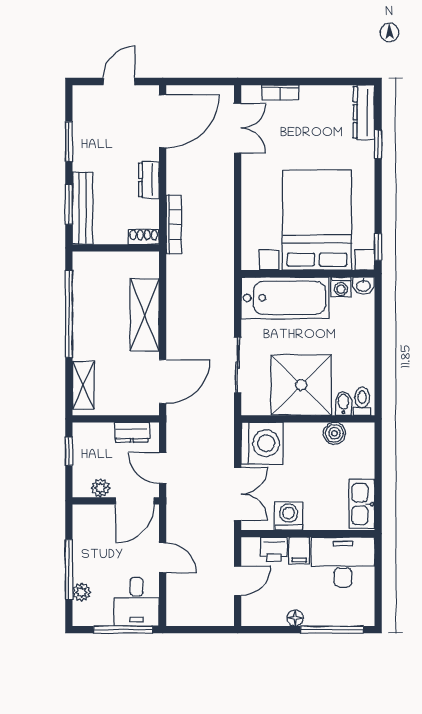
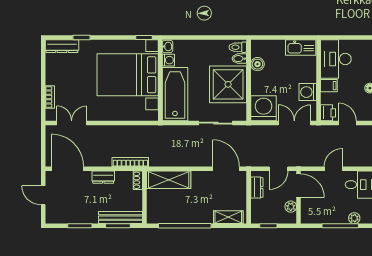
shelving: (145, 315) -> (169, 180), moved
printer: (274, 549) -> (328, 113), moved

